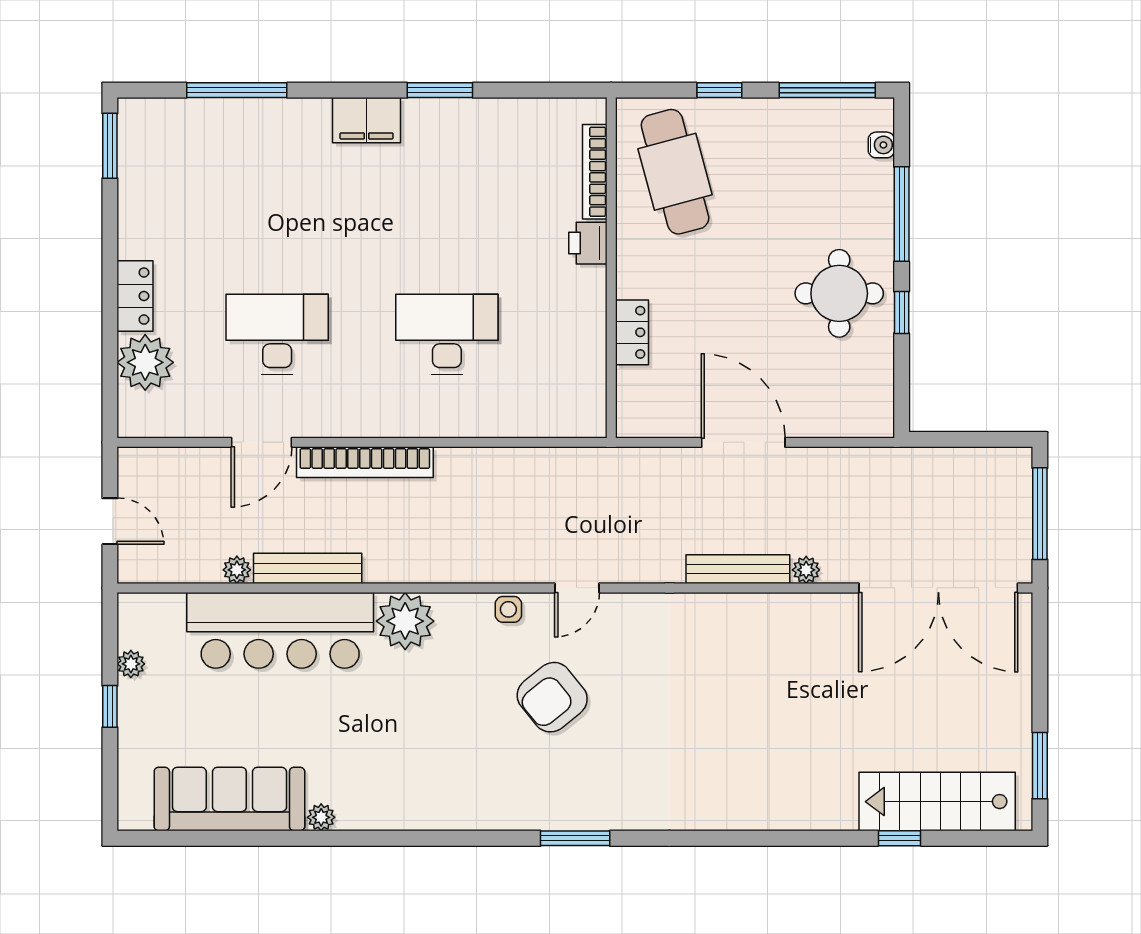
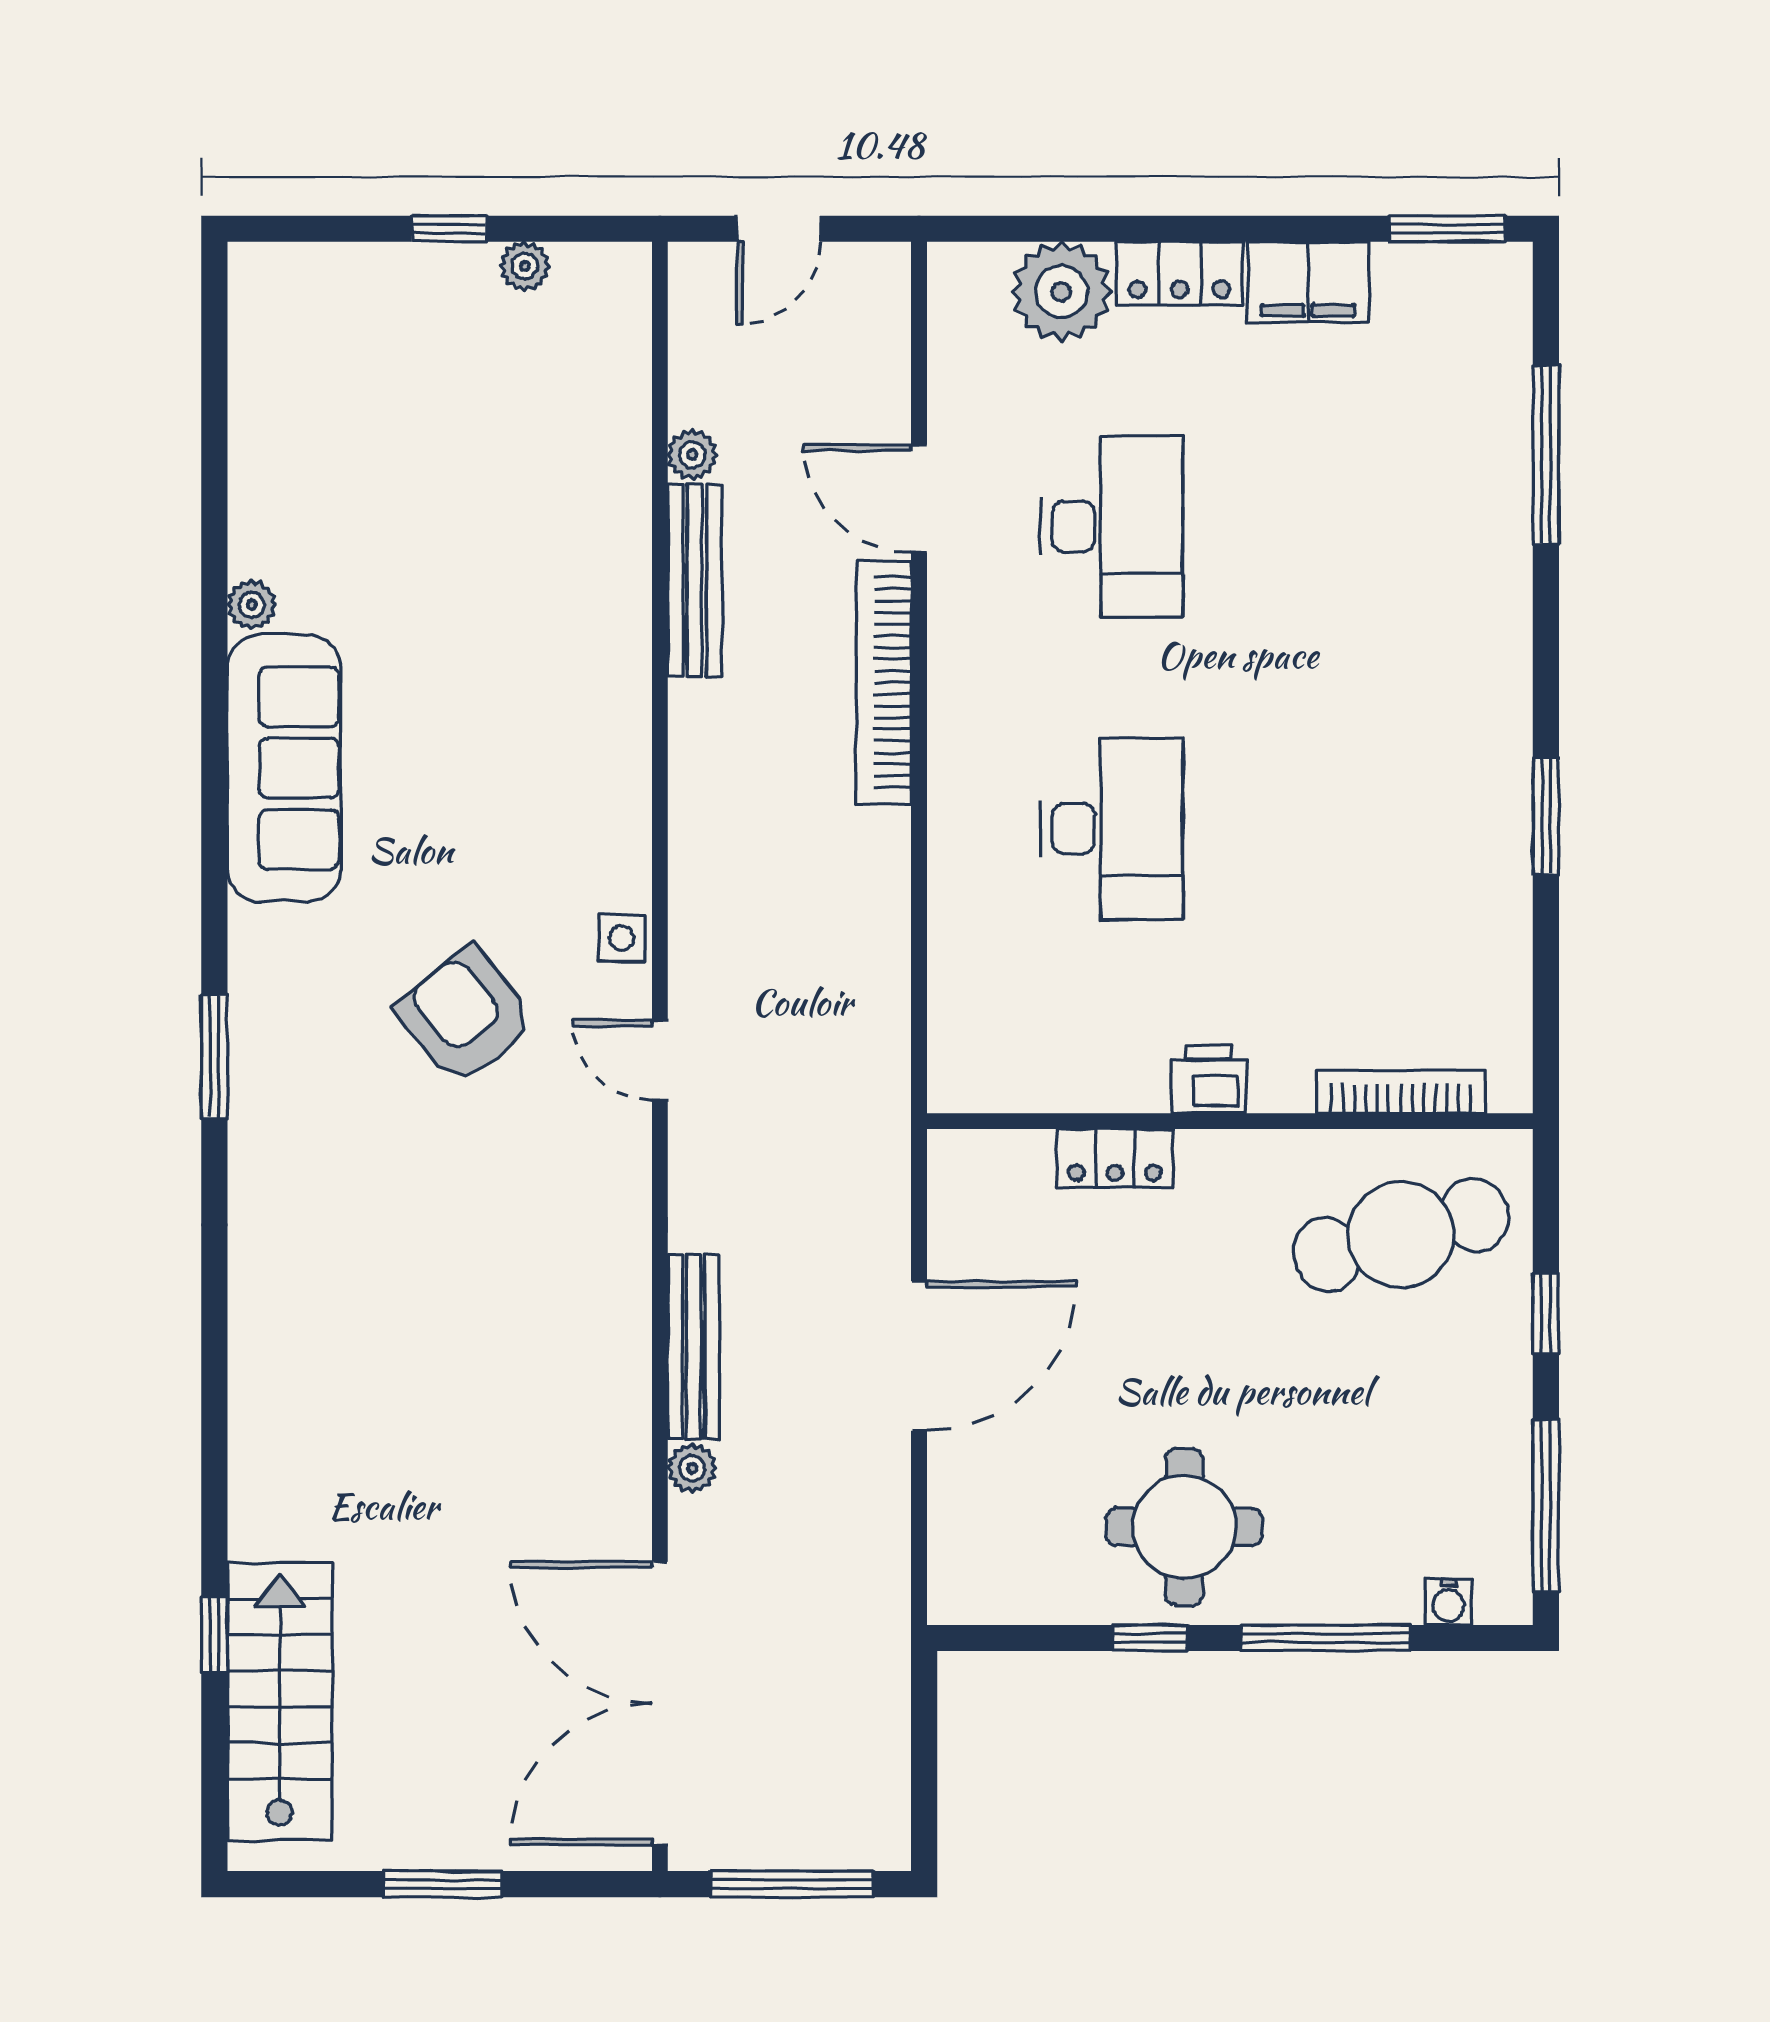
filing cabinet: (367, 120) -> (1308, 282), moved, turned -90
printer: (588, 243) -> (1209, 1079), moved
plant: (405, 621) -> (601, 754), removed
bar counter: (280, 630) -> (584, 532), removed
window: (1040, 766) -> (443, 1884), moved
sofa: (229, 799) -> (284, 768), moved

